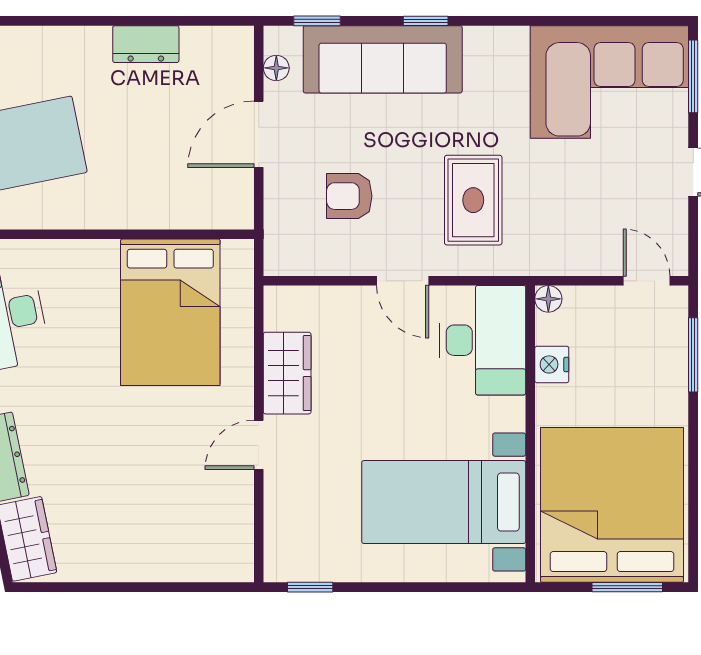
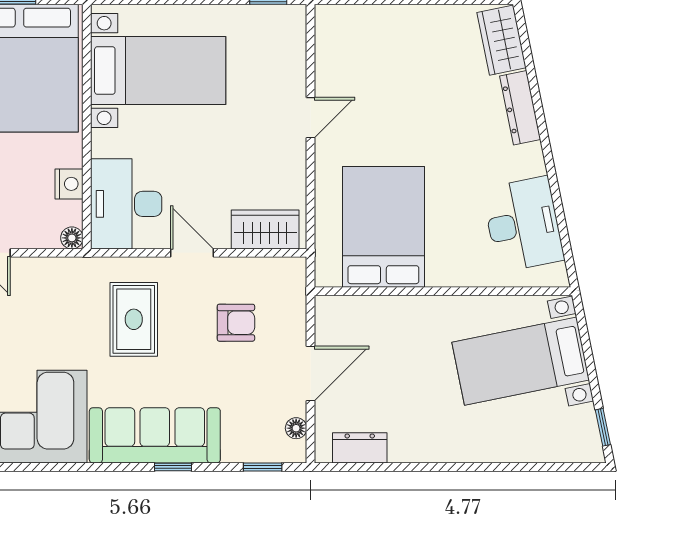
dresser: (146, 44) -> (360, 448), moved
sofa: (383, 59) -> (155, 435), moved
wardrobe: (287, 373) -> (265, 229), moved, turned 90

